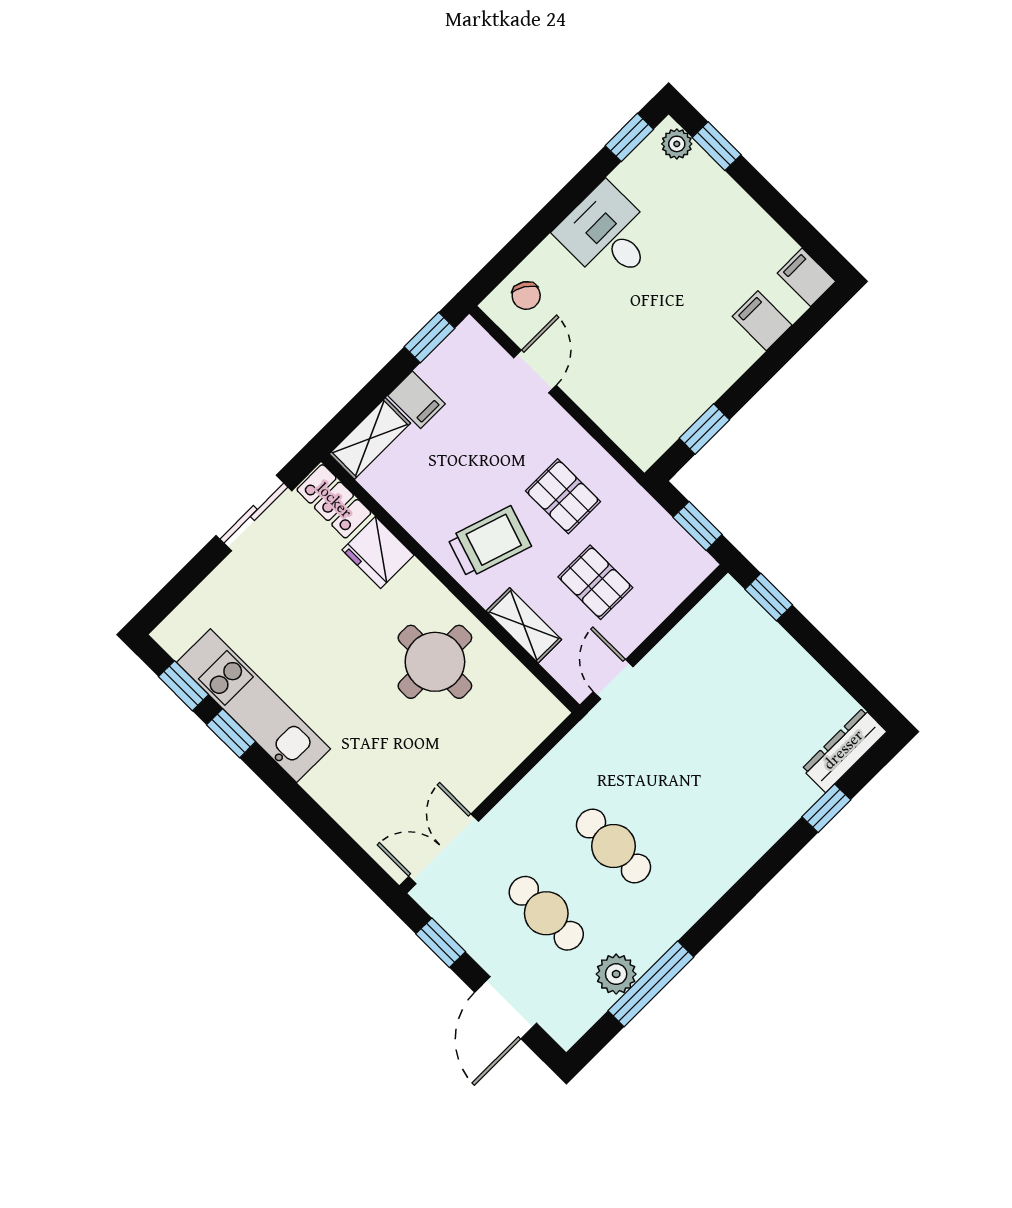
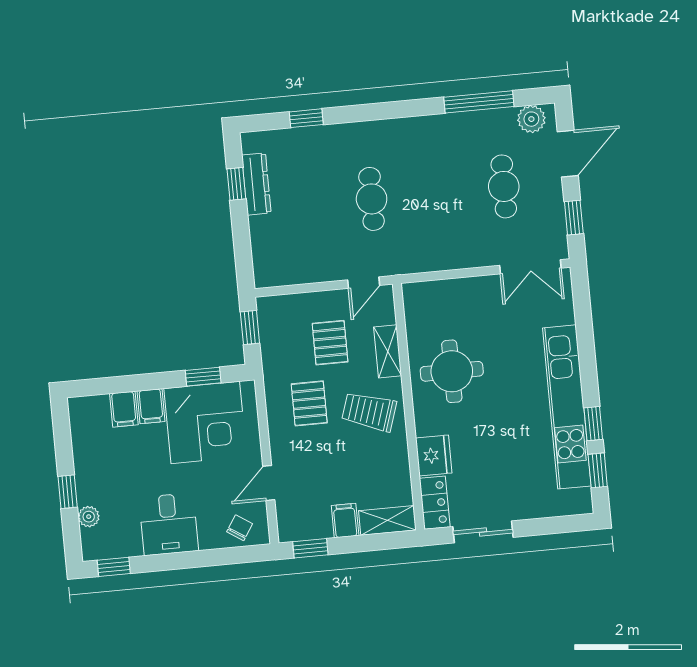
plant: (677, 144) -> (89, 517), moved
window: (717, 146) -> (68, 492), moved
filing cabinet: (806, 277) -> (151, 406), moved
corner desk: (660, 380) -> (205, 422), added
window: (769, 597) -> (236, 184), moved
kitchen unit: (254, 706) -> (567, 407), width x1.36
dresser: (844, 750) -> (256, 184), moved, turned -90
cafe table: (613, 846) -> (372, 199), moved
plant: (616, 974) -> (531, 119), moved

